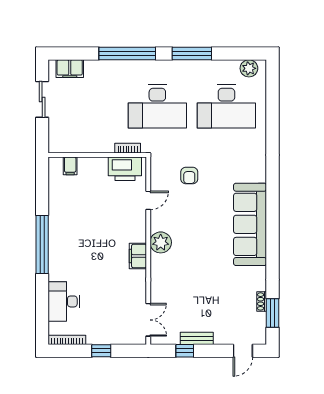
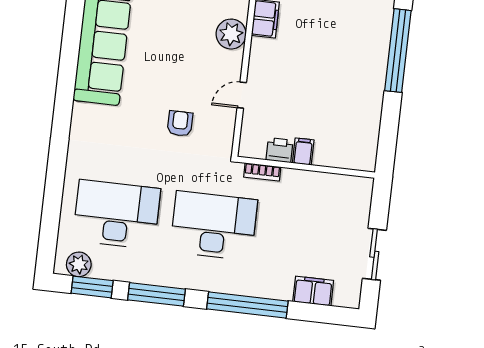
window: (238, 54) -> (92, 287), added
filing cabinet: (70, 69) -> (313, 291), moved
filing cabinet: (70, 166) -> (303, 151), moved
printer: (125, 169) -> (280, 150), width x0.53, depth x0.68

